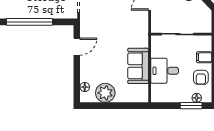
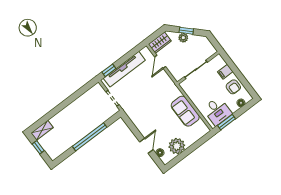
door: (77, 47) -> (146, 146), moved
desk: (165, 71) -> (217, 111), moved, turned -90
window: (191, 106) -> (227, 122), moved

